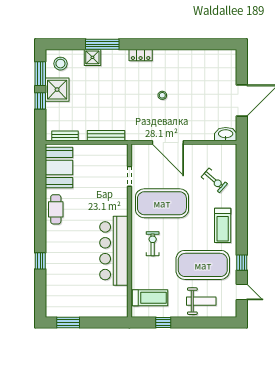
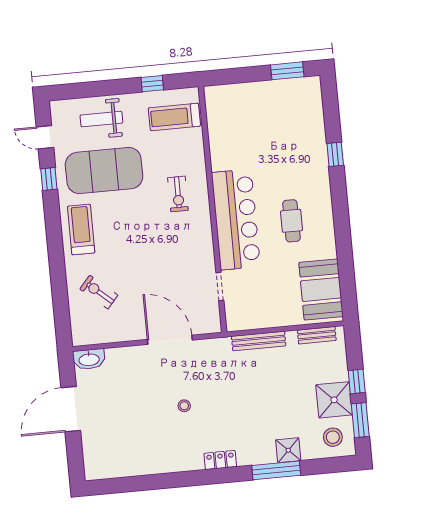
exercise mat: (162, 203) -> (170, 253), removed
cafe table: (56, 209) -> (292, 221), moved
bar counter: (114, 251) -> (236, 220), moved

